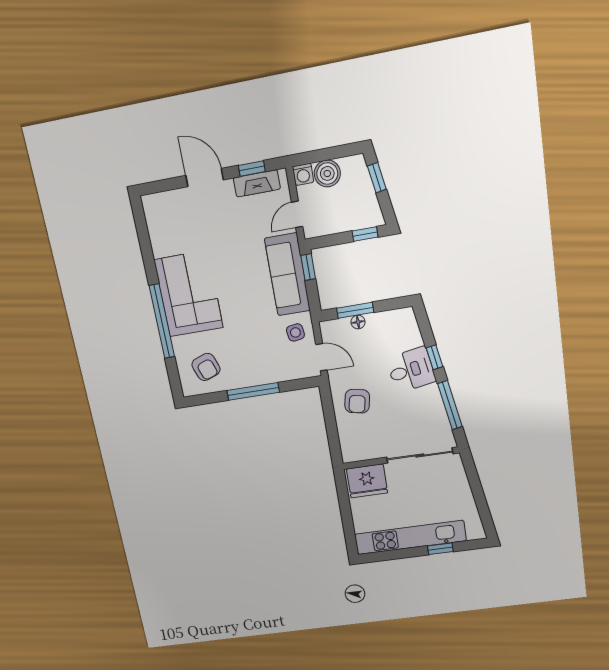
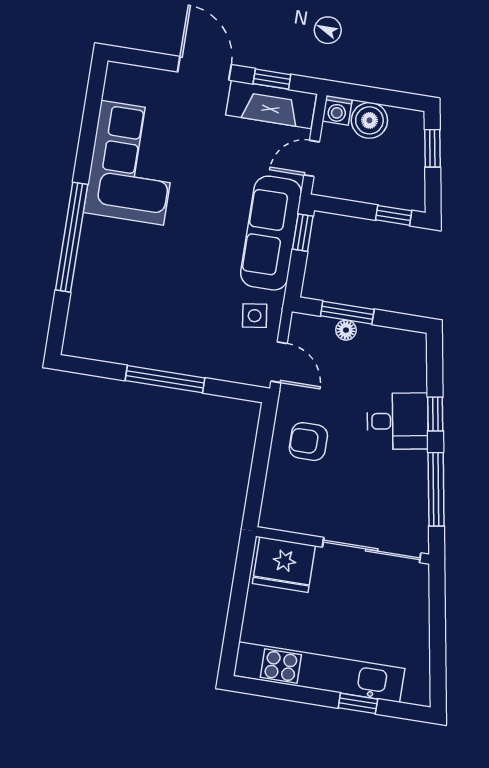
fireplace: (257, 183) -> (271, 104), width x1.37, depth x1.32
corner sofa: (189, 294) -> (132, 163), moved
armchair: (206, 367) -> (110, 322), removed
armchair: (357, 401) -> (308, 442), turned 79

